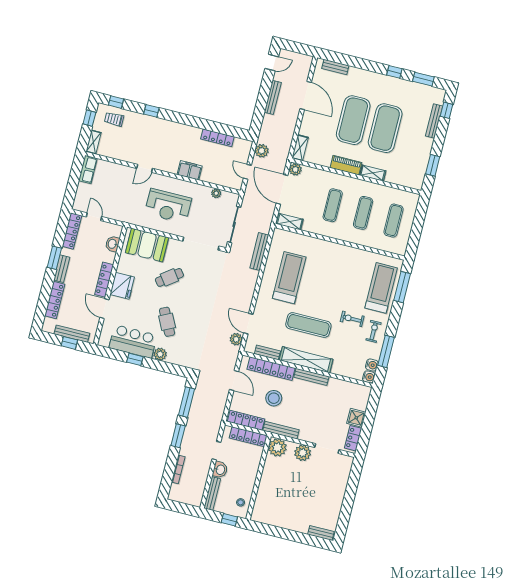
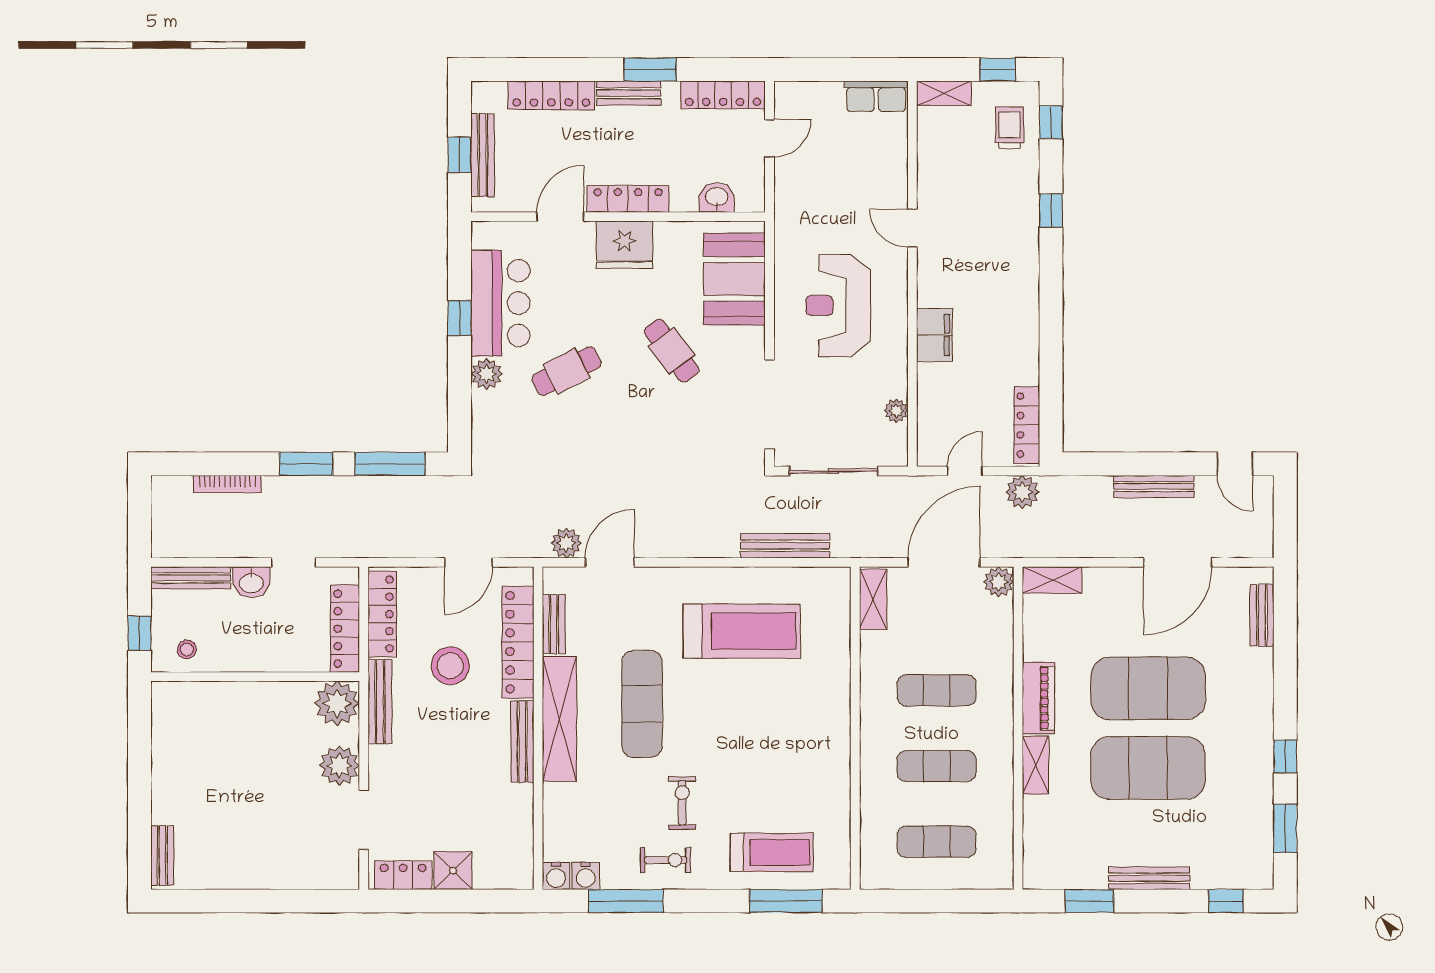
bench: (434, 121) -> (1149, 878), moved
locker: (217, 138) -> (1027, 425), moved
treadmill: (381, 288) -> (772, 852), width x0.73, depth x0.73

